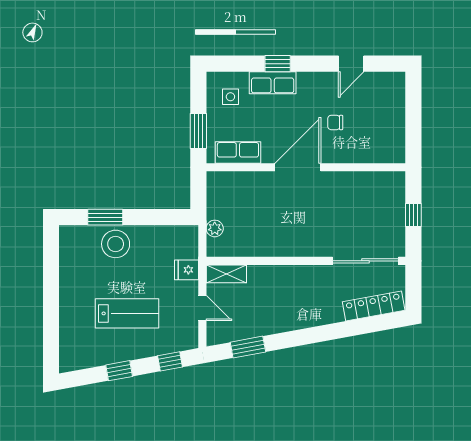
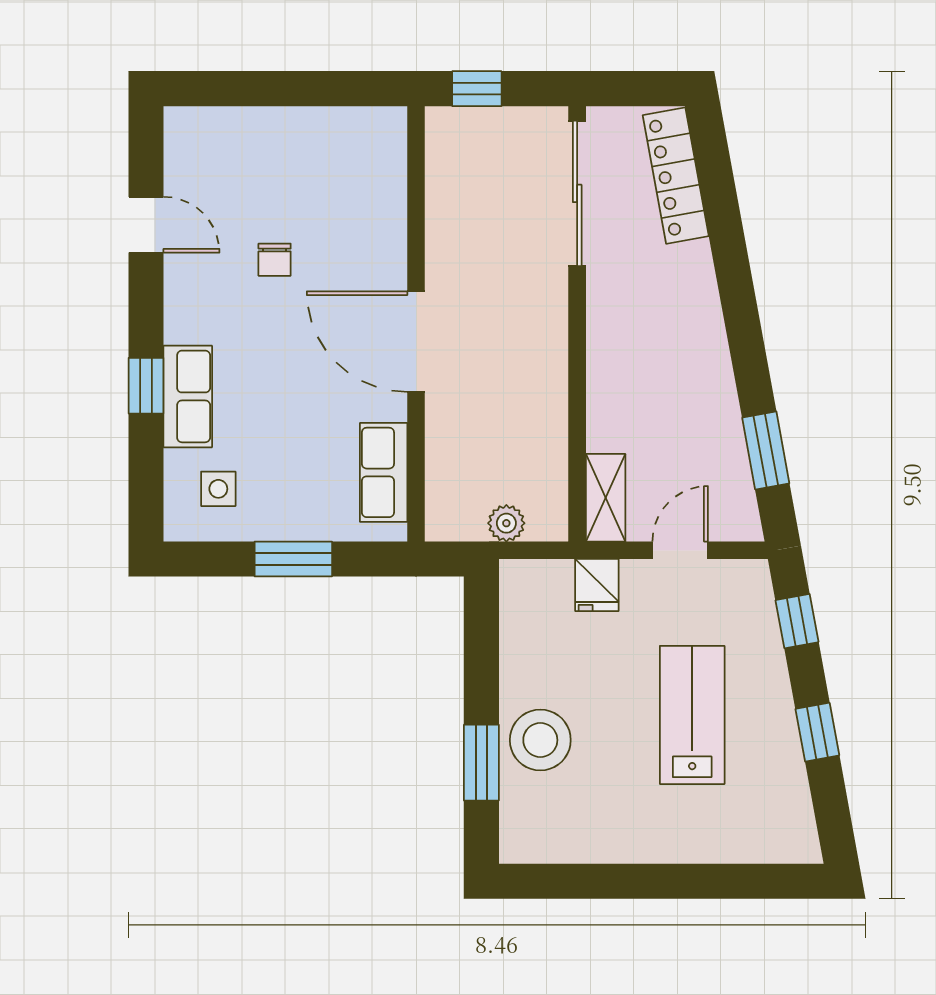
row of seats: (238, 152) -> (384, 472), moved
door: (298, 167) -> (416, 342), moved
wall: (306, 167) -> (416, 324), moved

